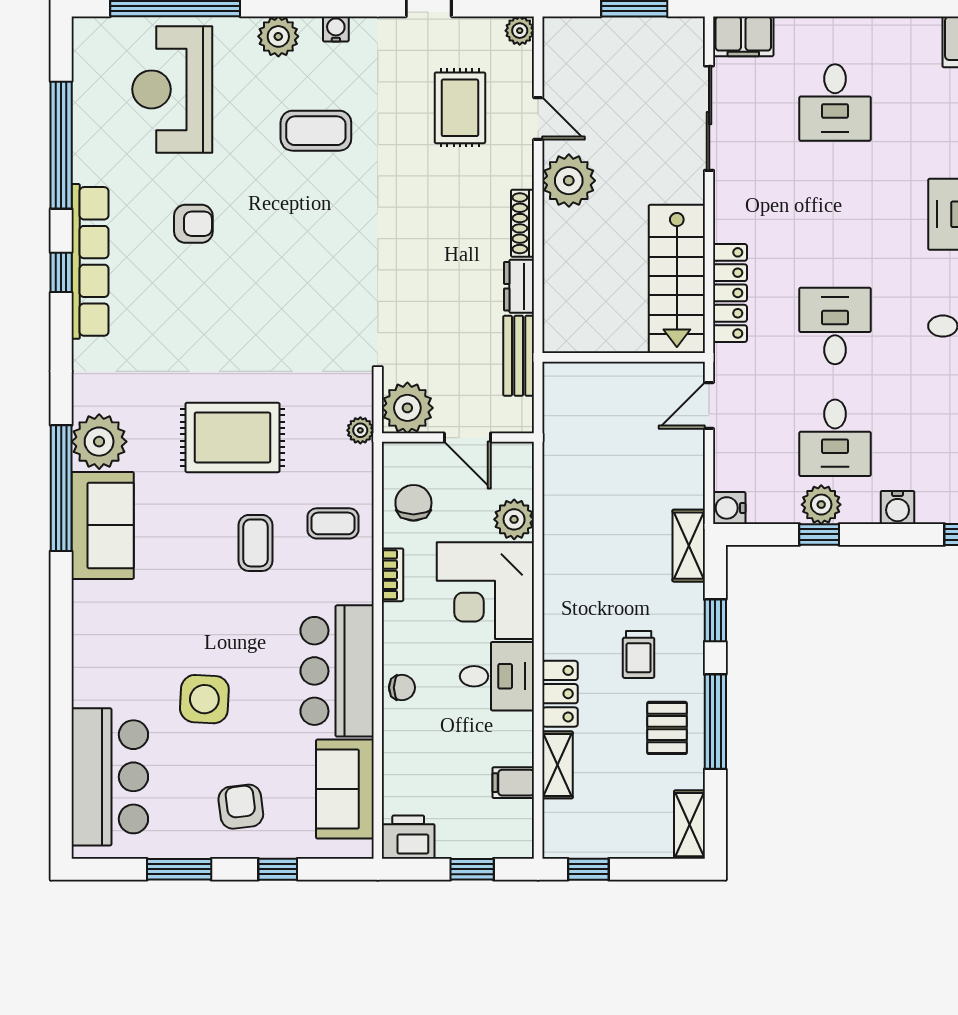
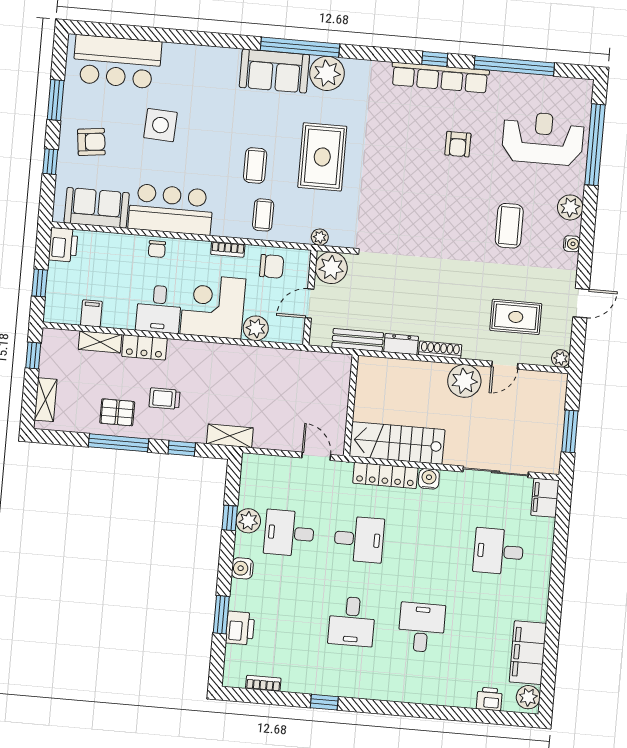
water cooler: (729, 508) -> (429, 479), moved
coffee table: (255, 543) -> (255, 166), turned 90
shelving: (689, 825) -> (46, 400), moved, turned 90

